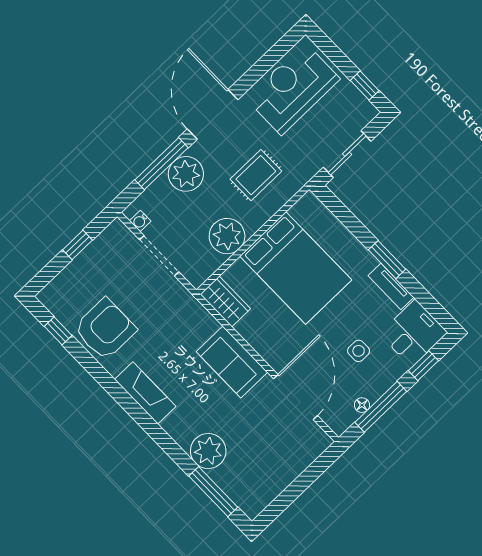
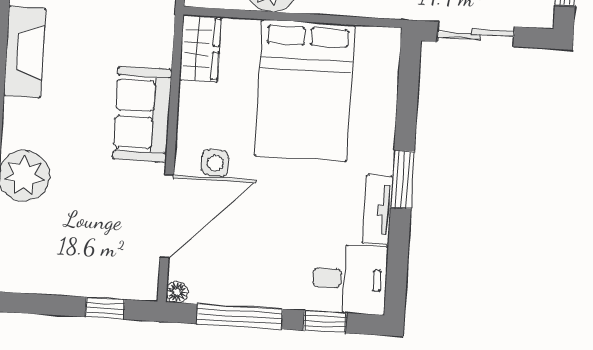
side table: (359, 351) -> (215, 163), moved
floor lamp: (362, 405) -> (177, 292), moved
window: (314, 472) -> (105, 308), added

